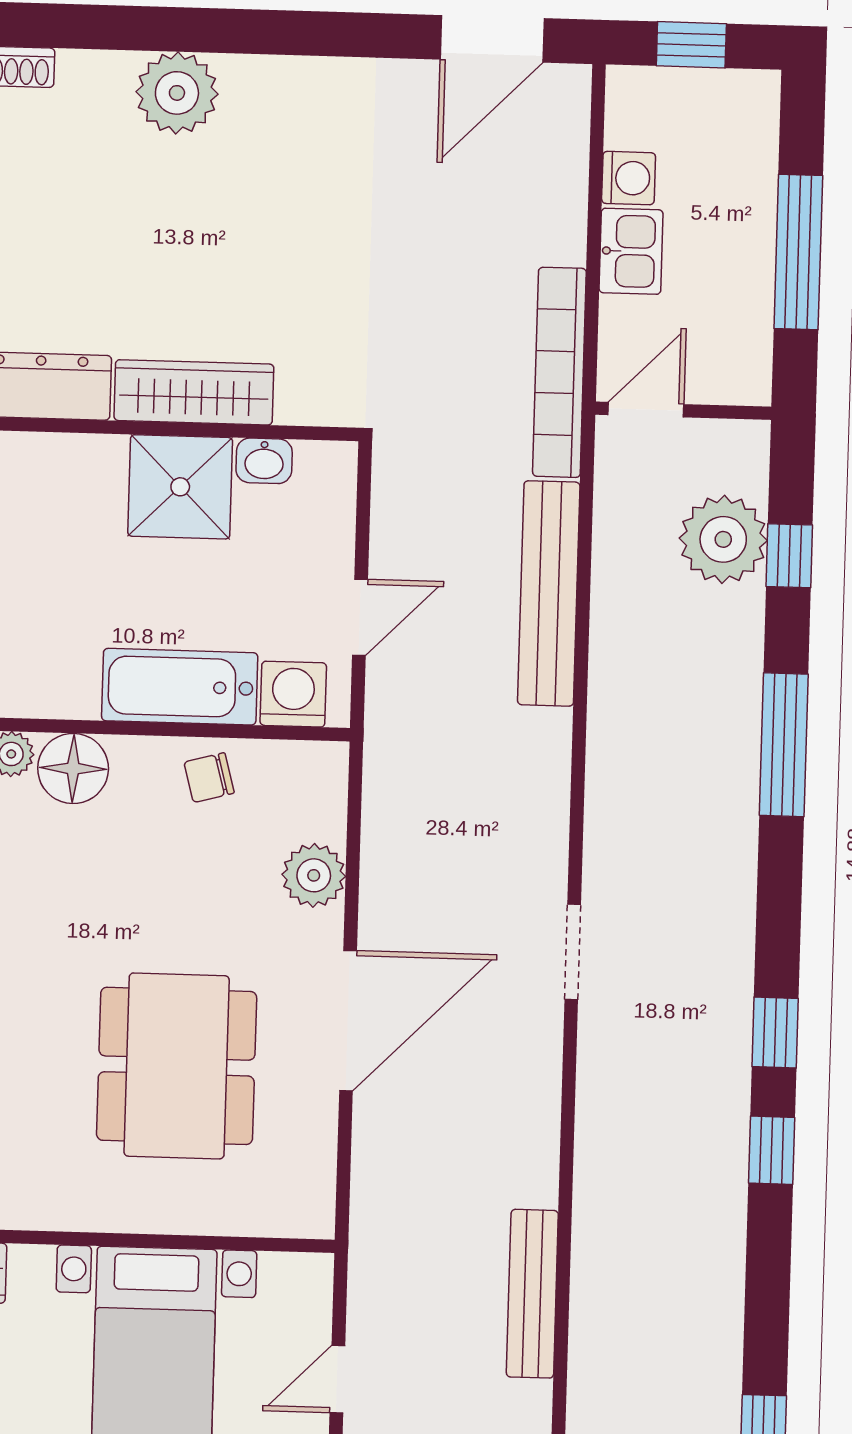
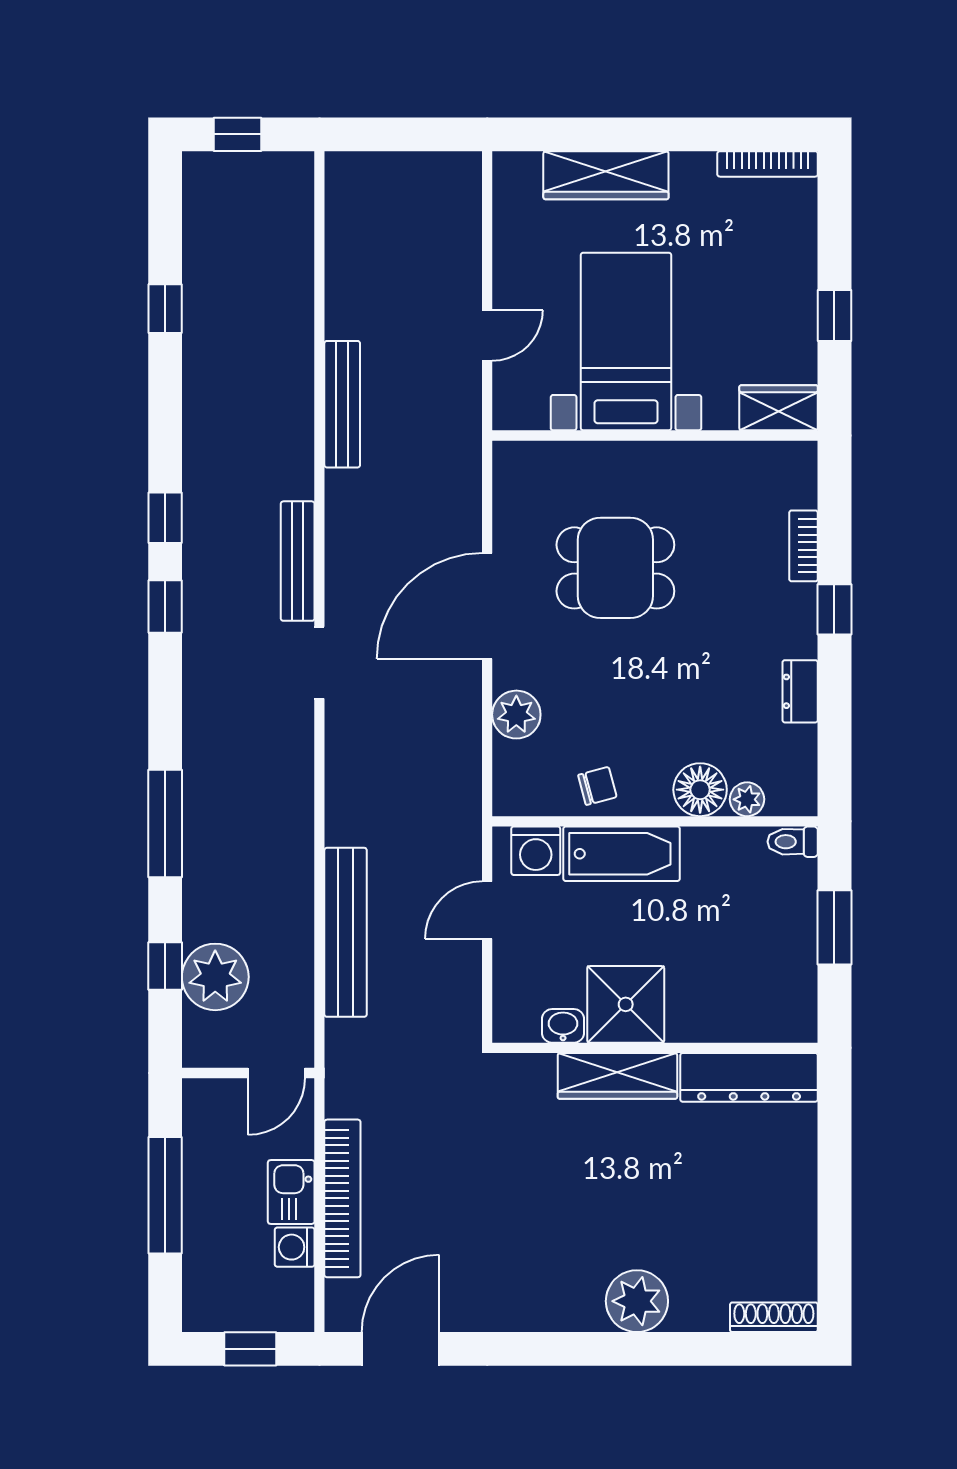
bookcase: (559, 372) -> (342, 1198), moved
dining table: (177, 1066) -> (615, 568), width x0.73
bench: (598, 1087) -> (298, 561), added

